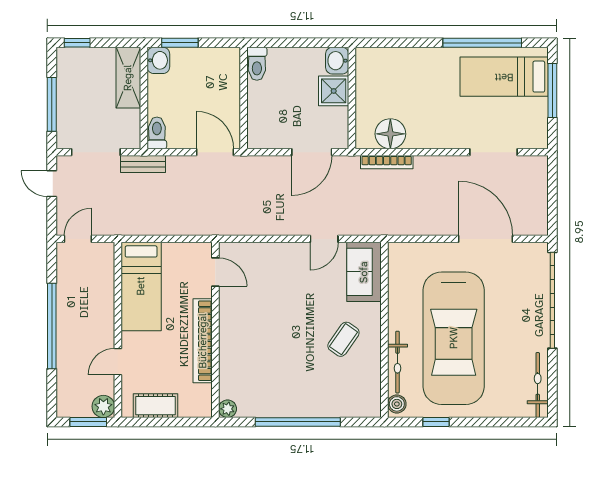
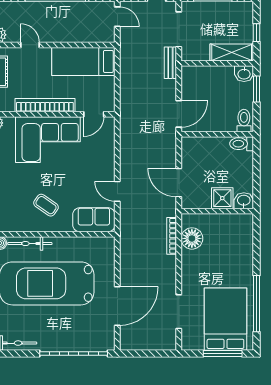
window: (77, 43) -> (257, 33), moved
bed: (504, 77) -> (225, 319), width x1.50
toilet: (157, 133) -> (244, 121), moved, turned -90
corner sofa: (251, 337) -> (48, 140), added

